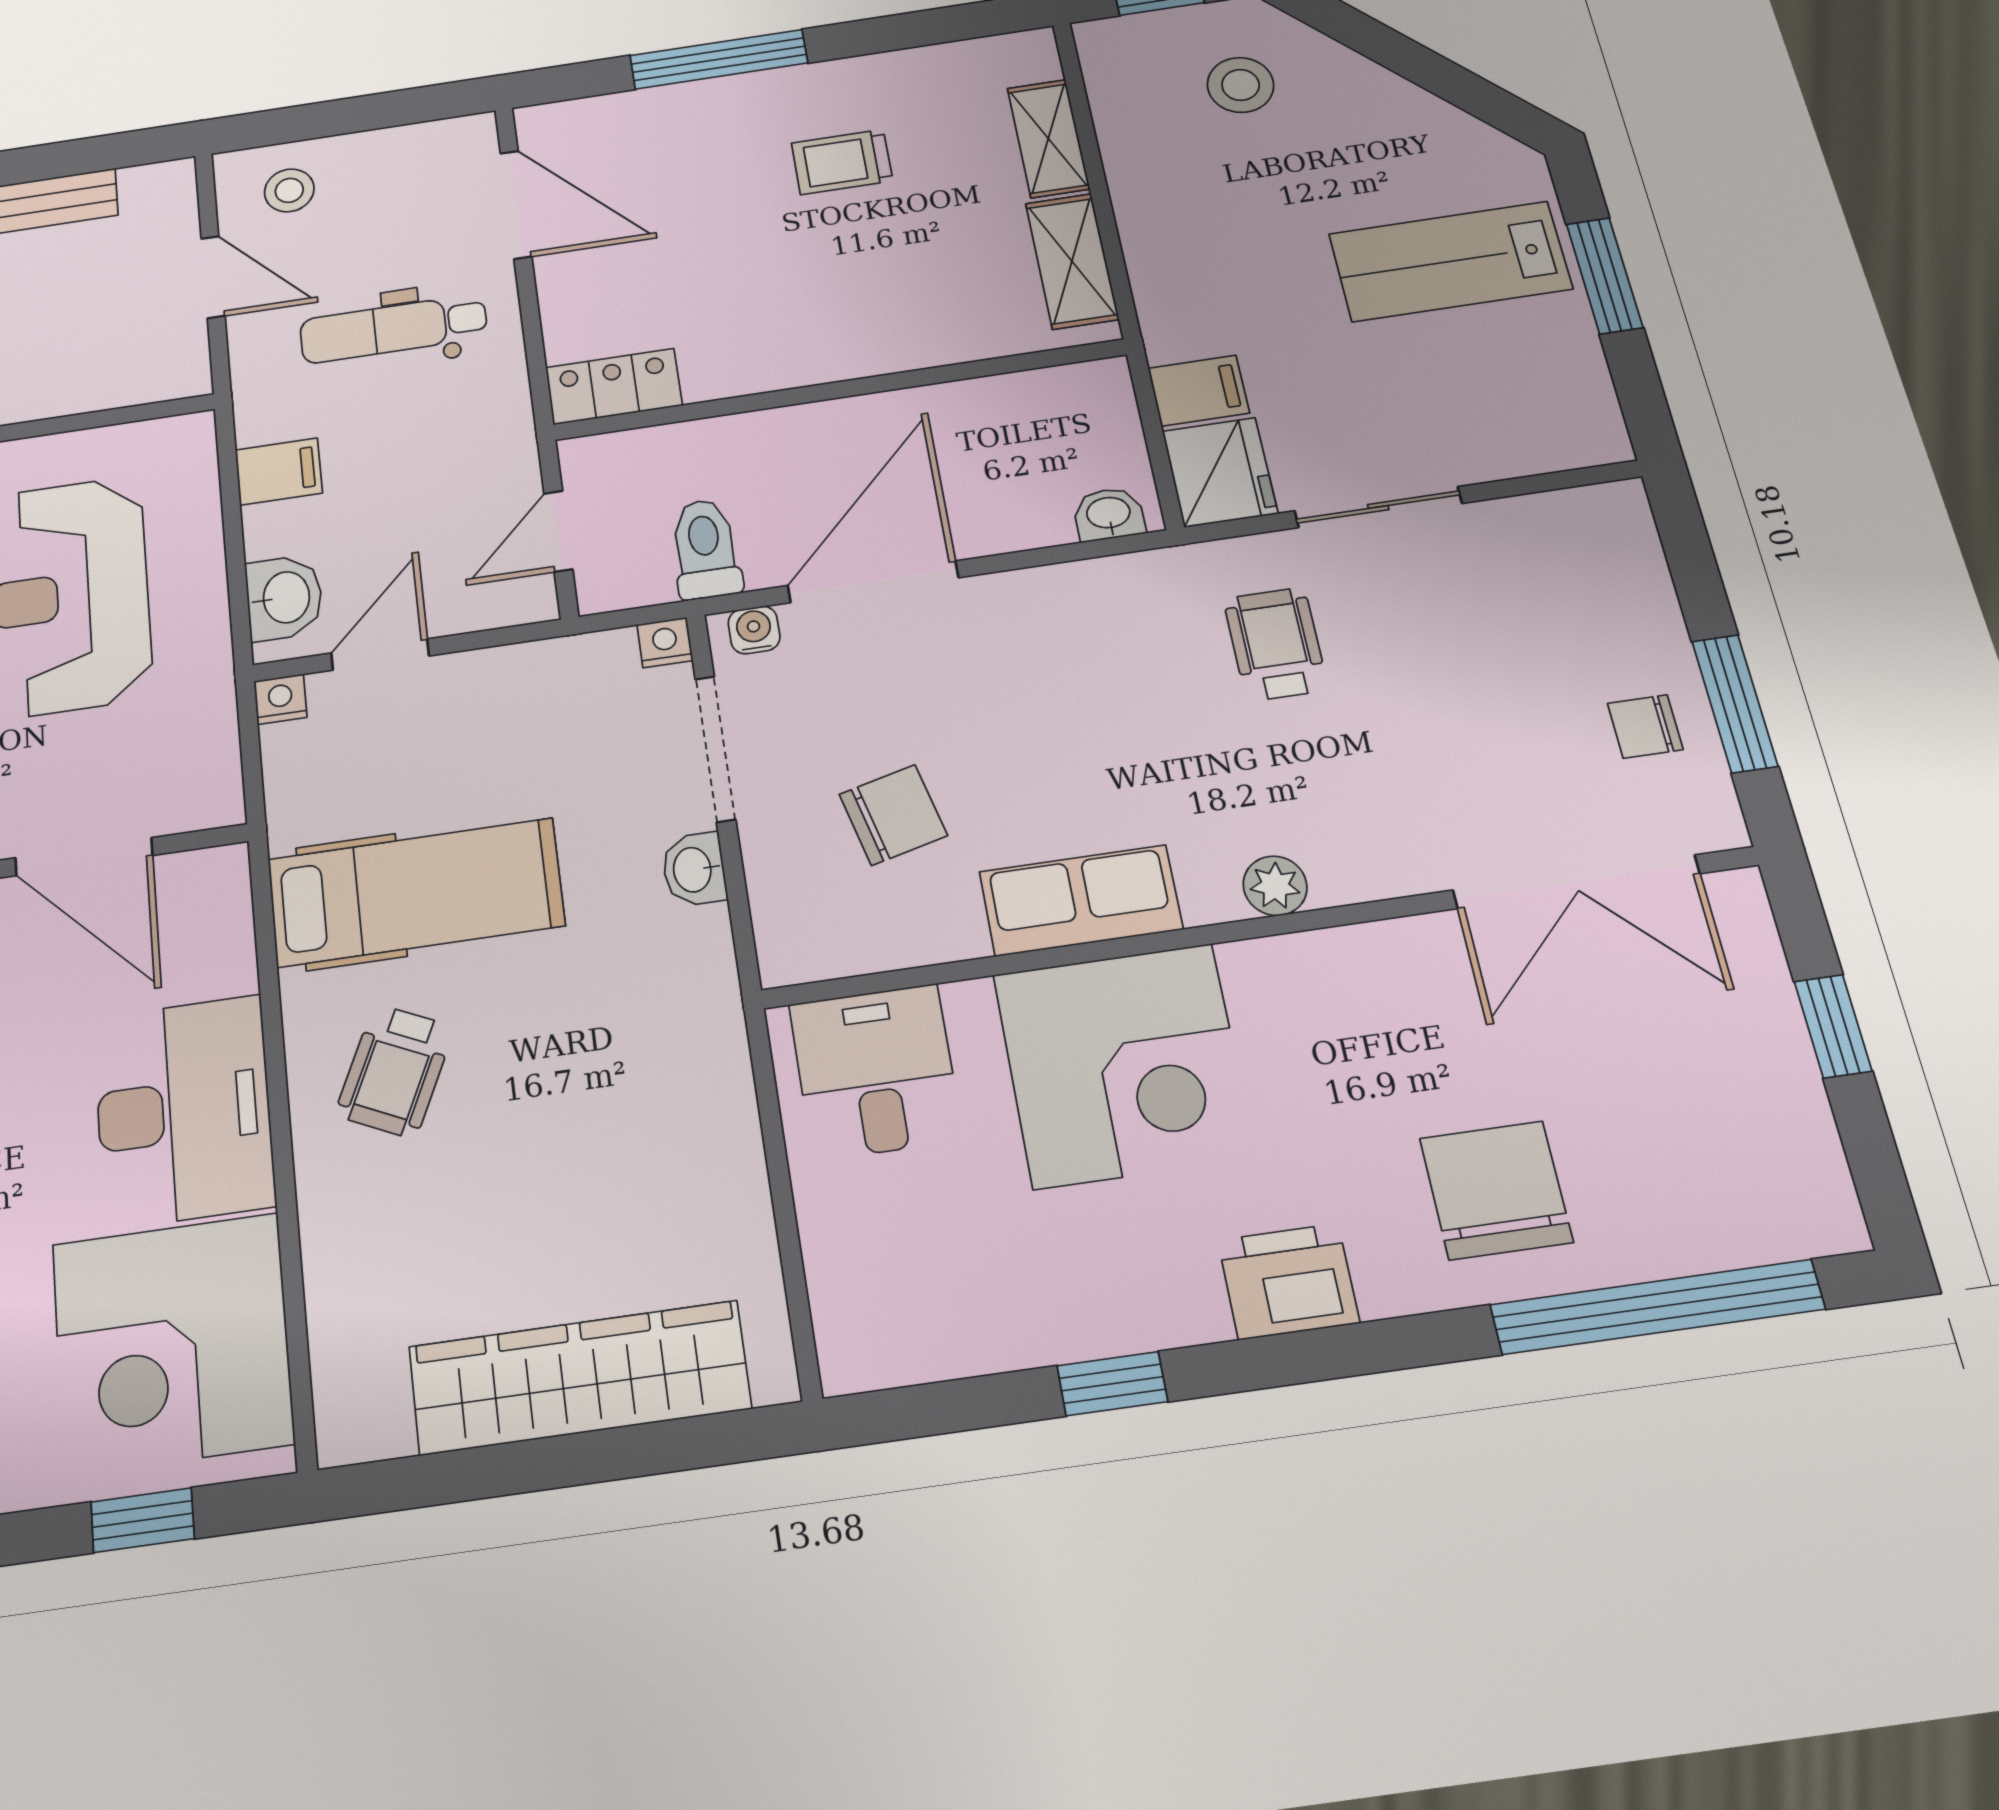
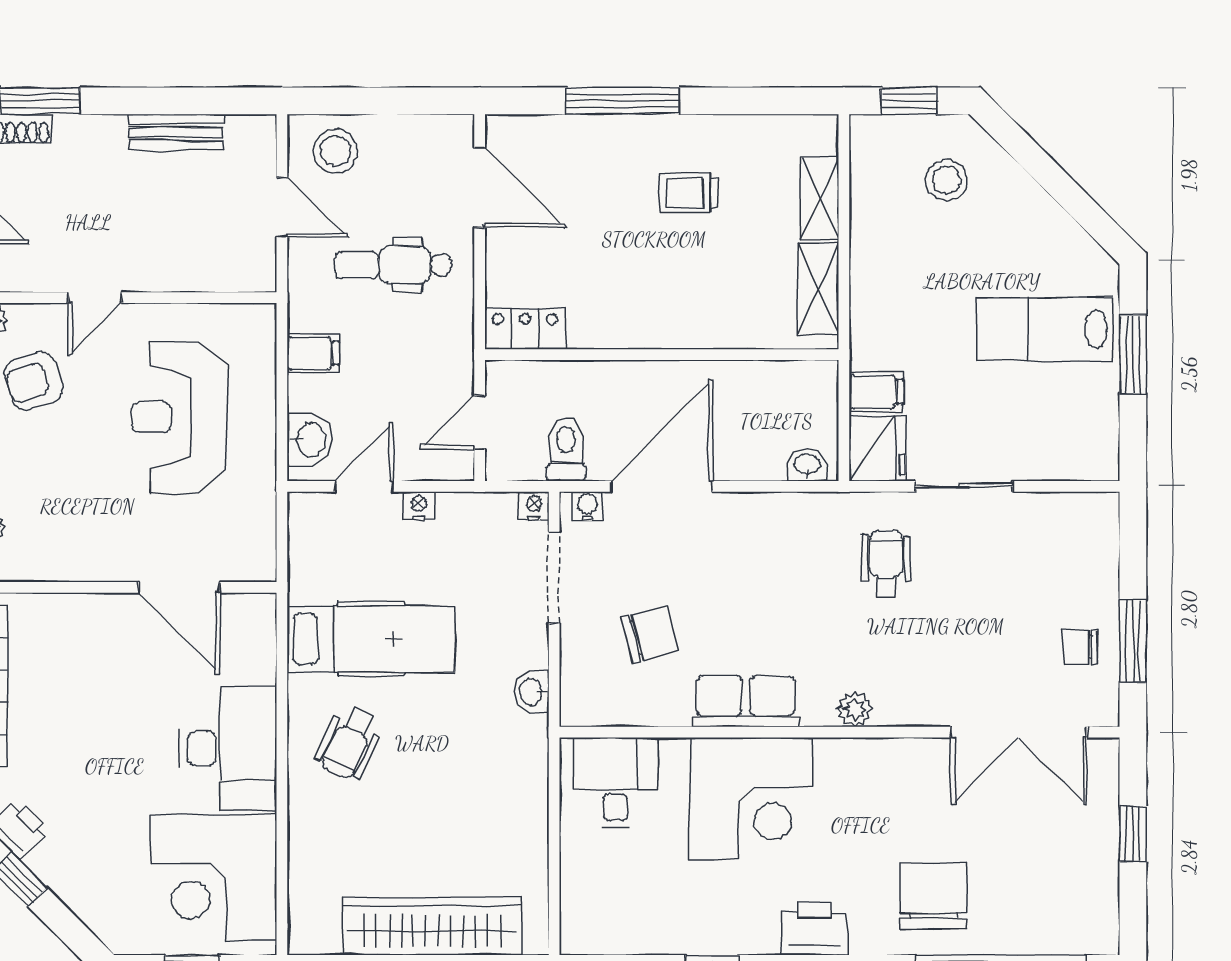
stool: (289, 190) -> (336, 151), width x1.37, depth x1.37
nightstand: (280, 699) -> (419, 506), moved
washbasin: (694, 869) -> (532, 692), moved

